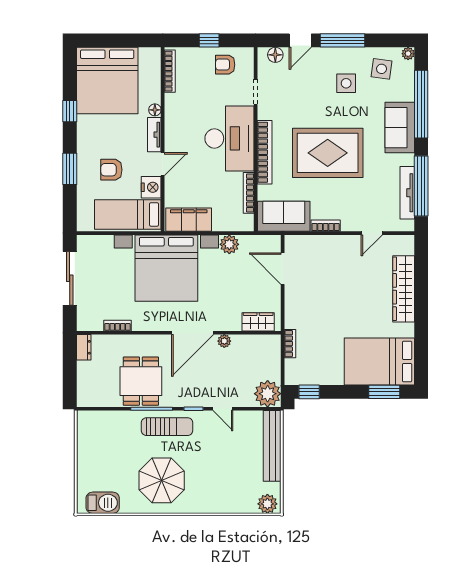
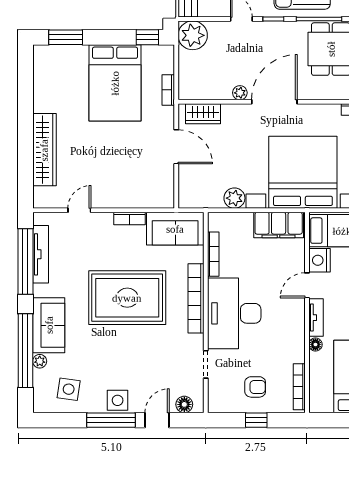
plant: (408, 54) -> (40, 361), moved
armchair: (225, 65) -> (255, 387), moved
side table: (346, 83) -> (118, 400), moved
door: (283, 269) -> (176, 147), moved
bed: (379, 361) -> (115, 83), moved, turned 90

